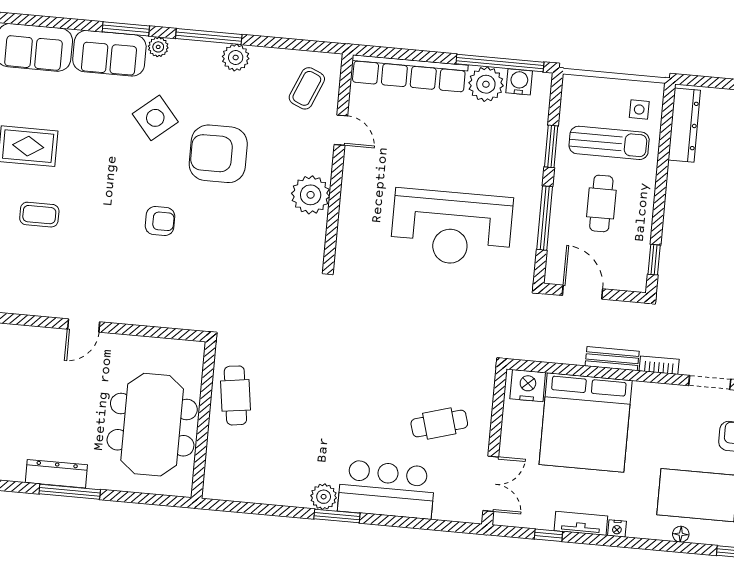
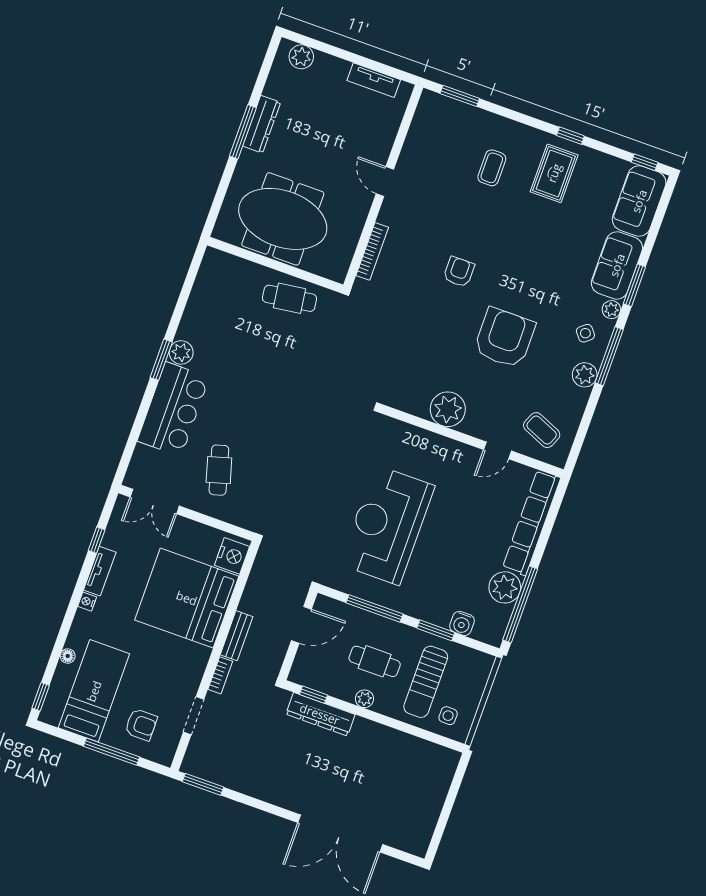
water cooler: (519, 82) -> (462, 623), moved, turned 90
side table: (155, 118) -> (585, 333), moved, width x0.54, depth x0.54
dresser: (684, 125) -> (320, 714), moved
plant: (644, 204) -> (365, 699), added
armchair: (160, 221) -> (459, 272), turned 180
bookcase: (162, 320) -> (372, 251), added

